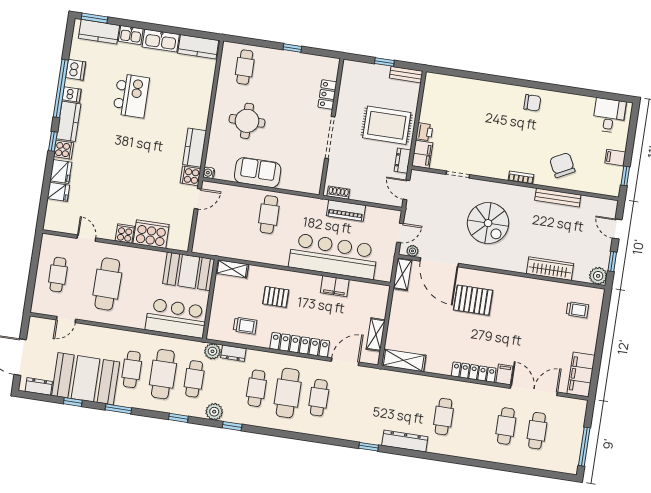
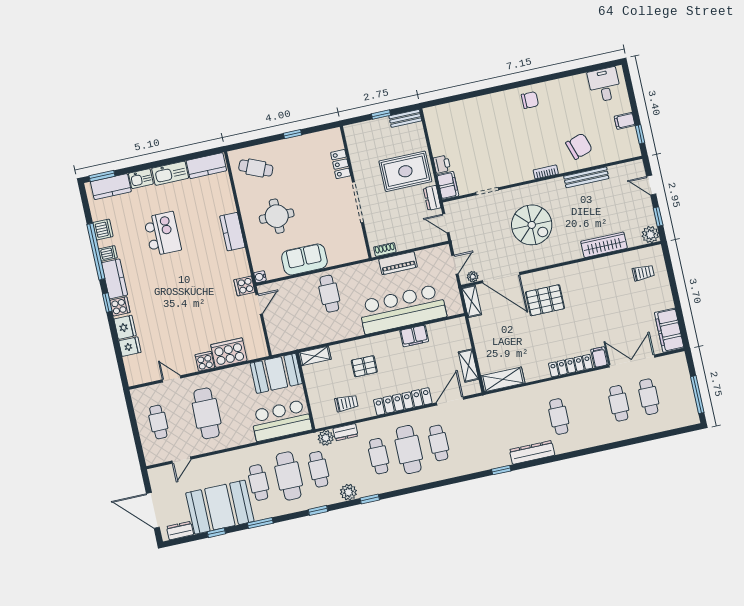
cafe table: (245, 67) -> (256, 168), turned -67
kitchen counter: (195, 148) -> (232, 232), moved
chair: (562, 165) -> (579, 146), turned 99

